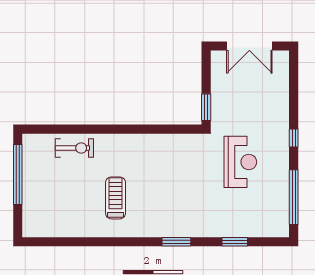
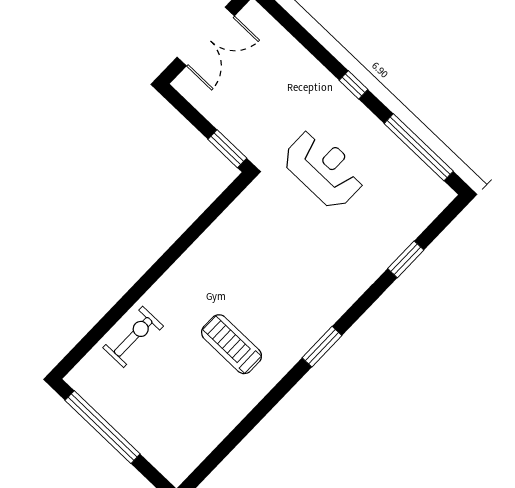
window: (176, 242) -> (322, 347), moved

